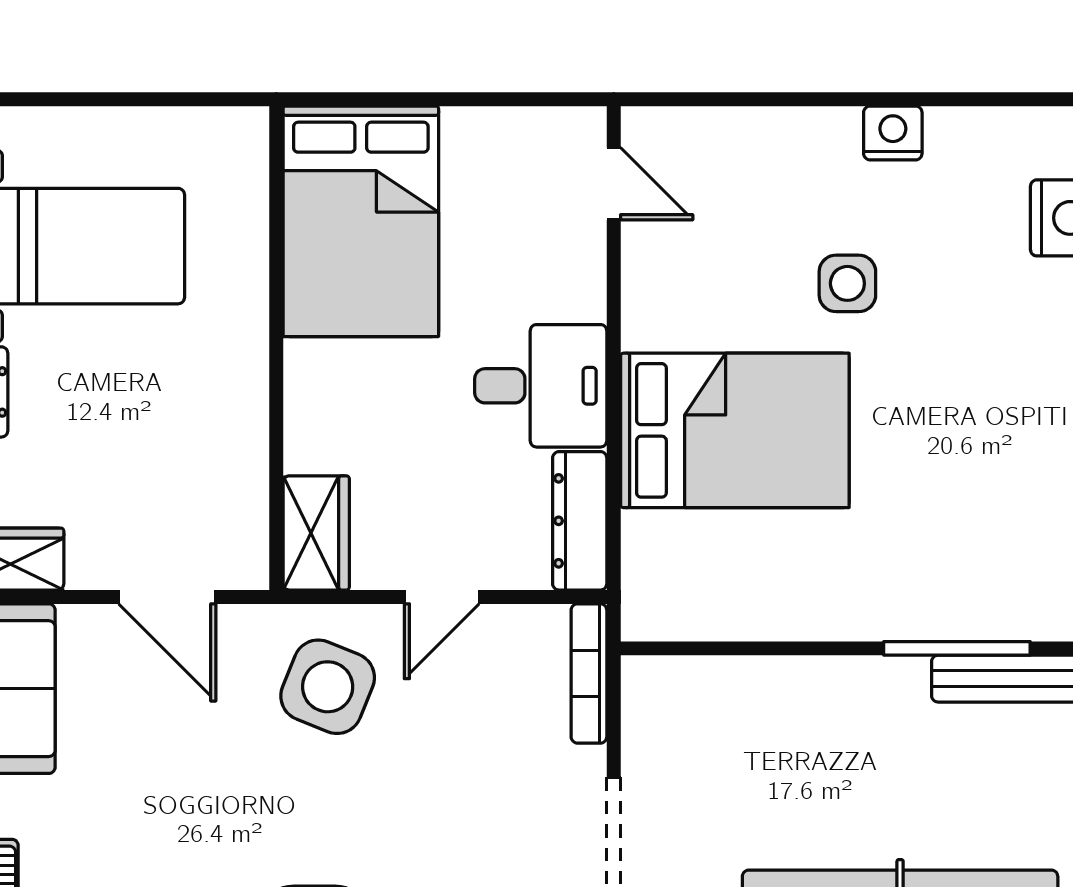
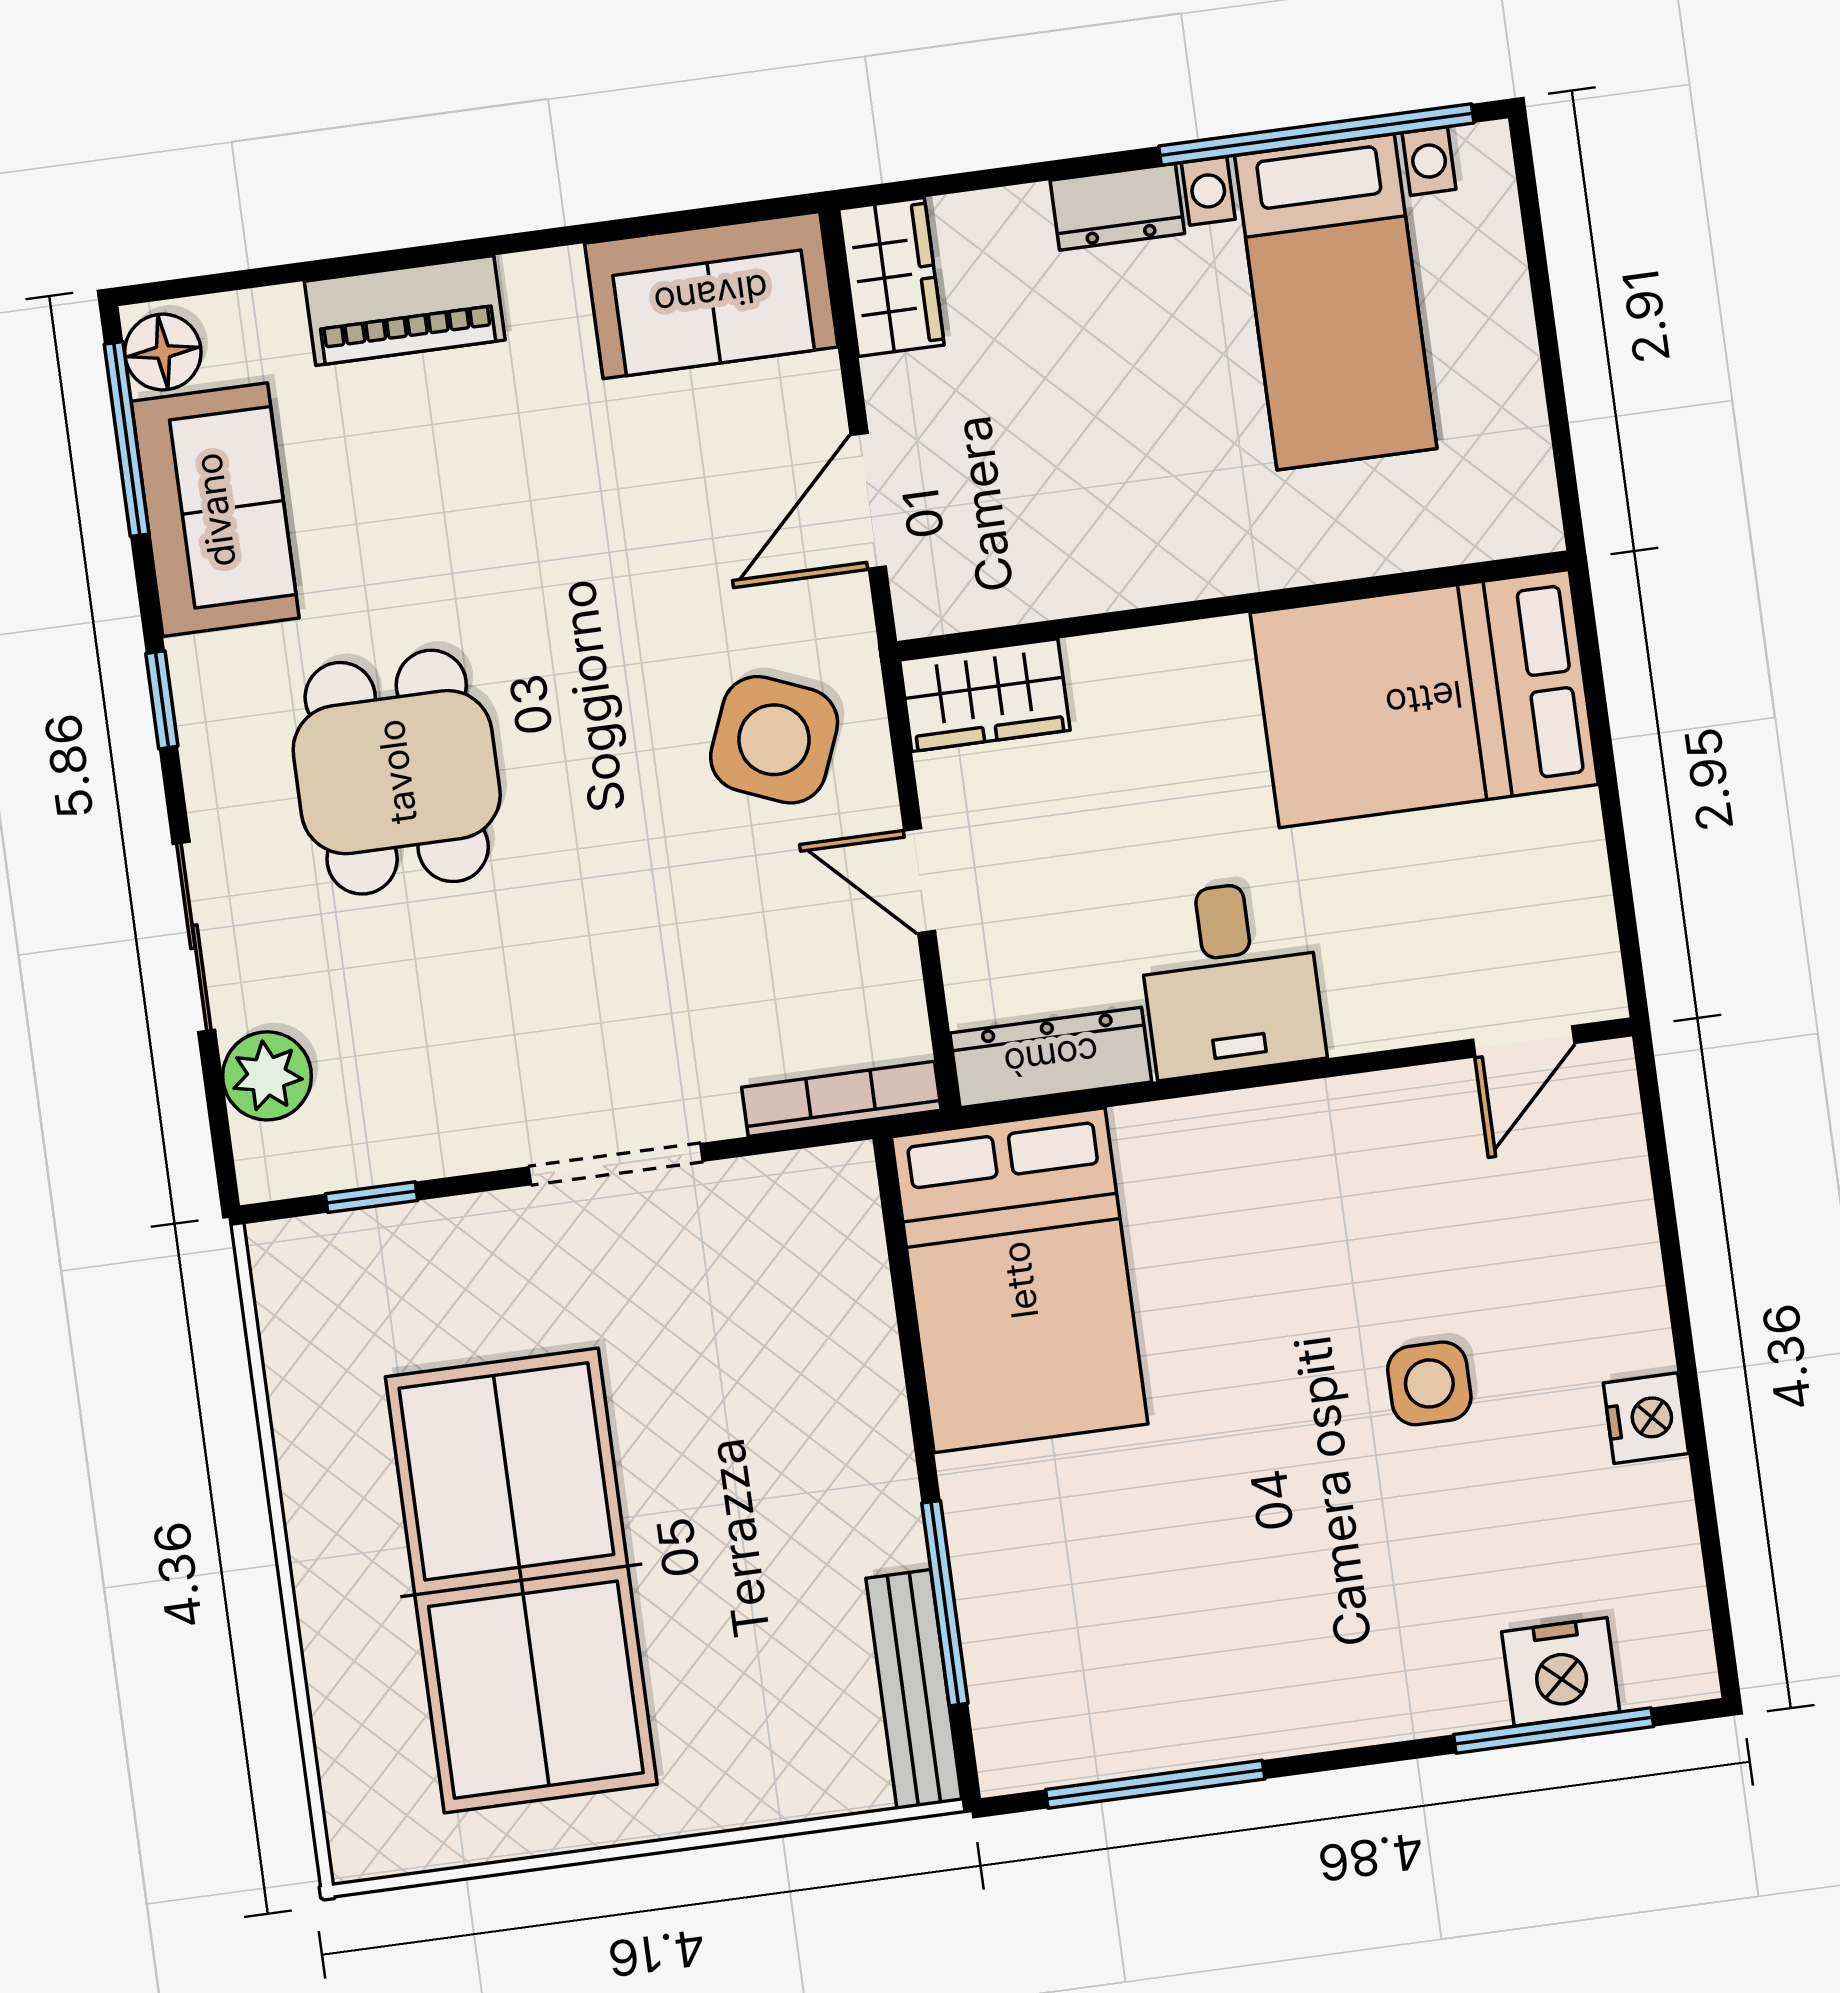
bed: (735, 430) -> (1020, 1280), moved

